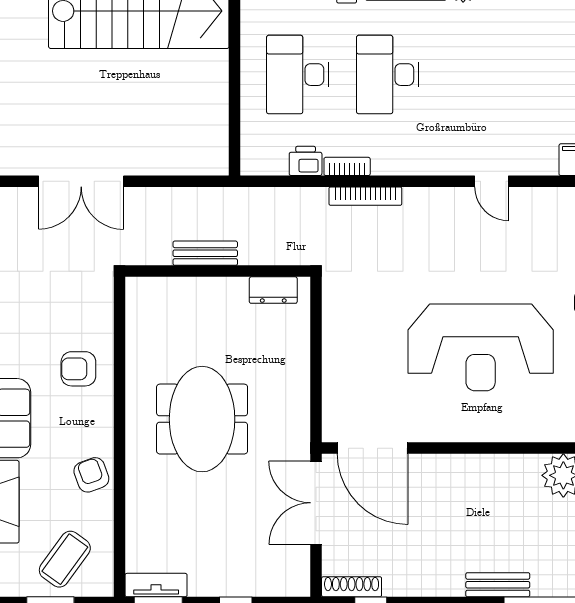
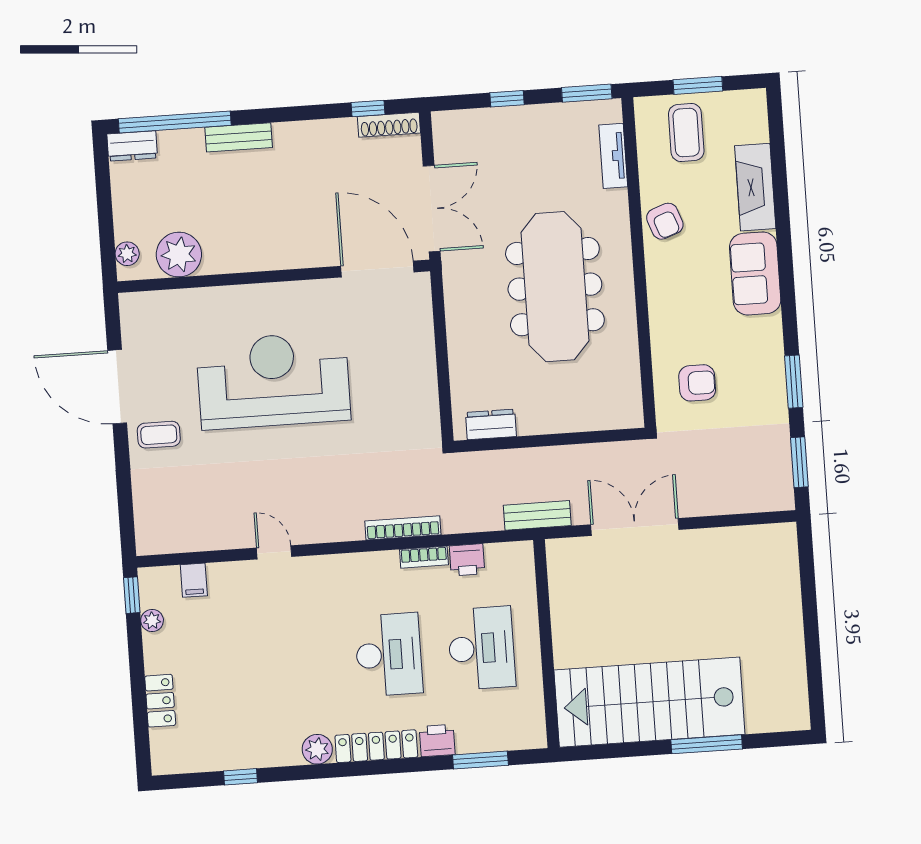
double door: (81, 181) -> (635, 527), moved
bench: (205, 253) -> (537, 515), moved
armchair: (78, 369) -> (697, 383), moved
meeting table: (202, 419) -> (555, 287), width x1.36
coffee table: (65, 559) -> (686, 132), turned -36
tv unit: (156, 585) -> (613, 156), moved, turned 90

